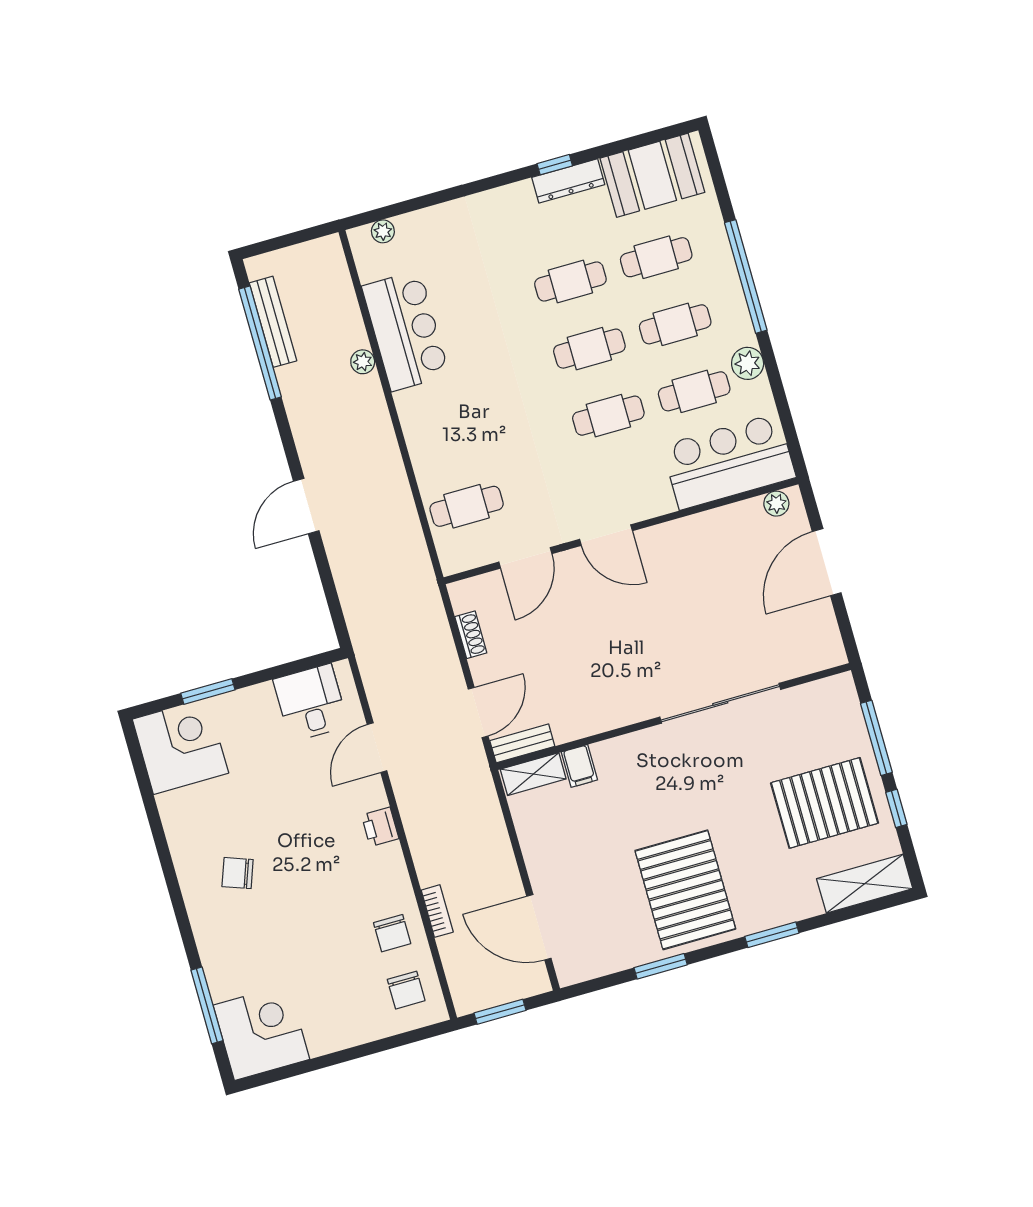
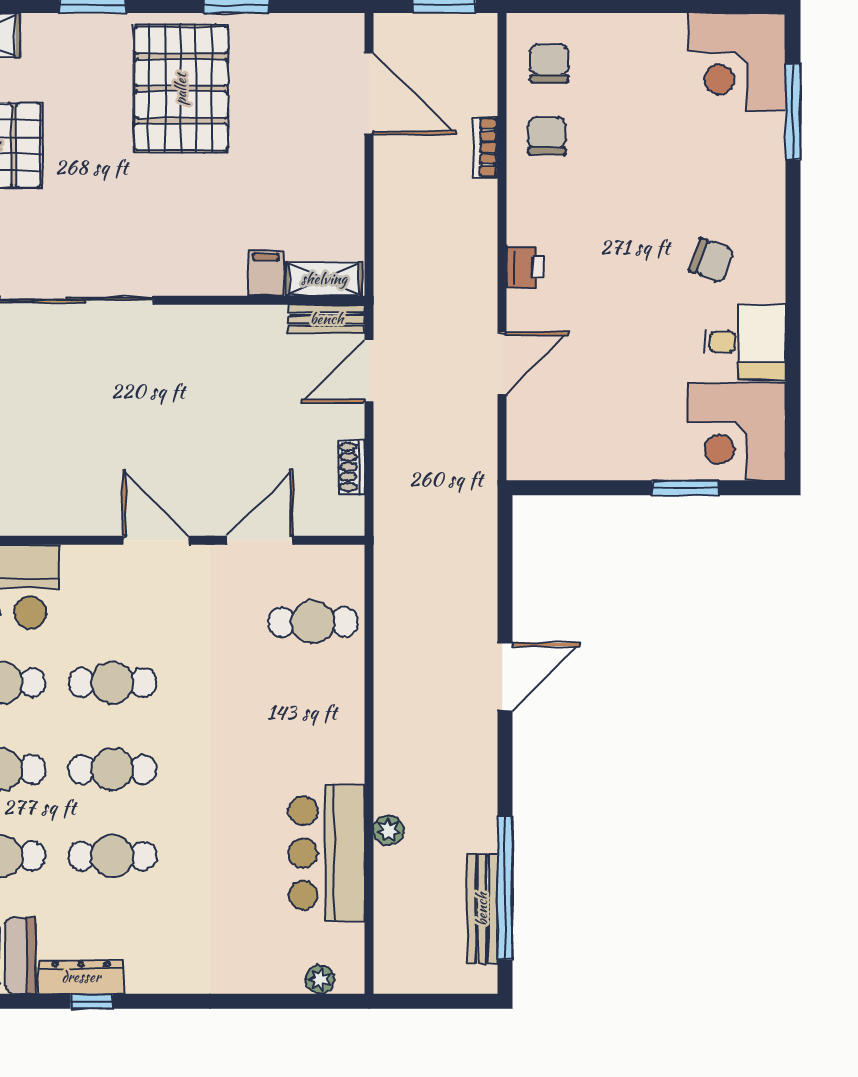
desk: (311, 703) -> (745, 342), moved, turned -90

